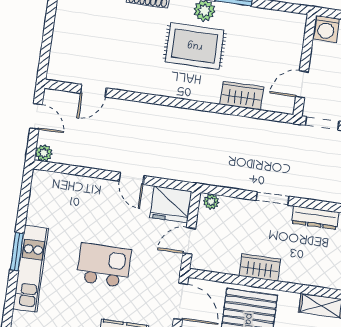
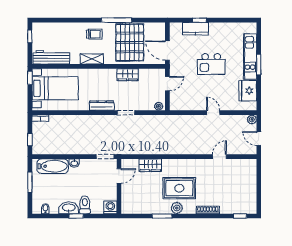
door: (94, 91) -> (219, 157), moved
door: (132, 178) -> (213, 113), moved
fridge: (171, 204) -> (248, 91), moved, turned -90

